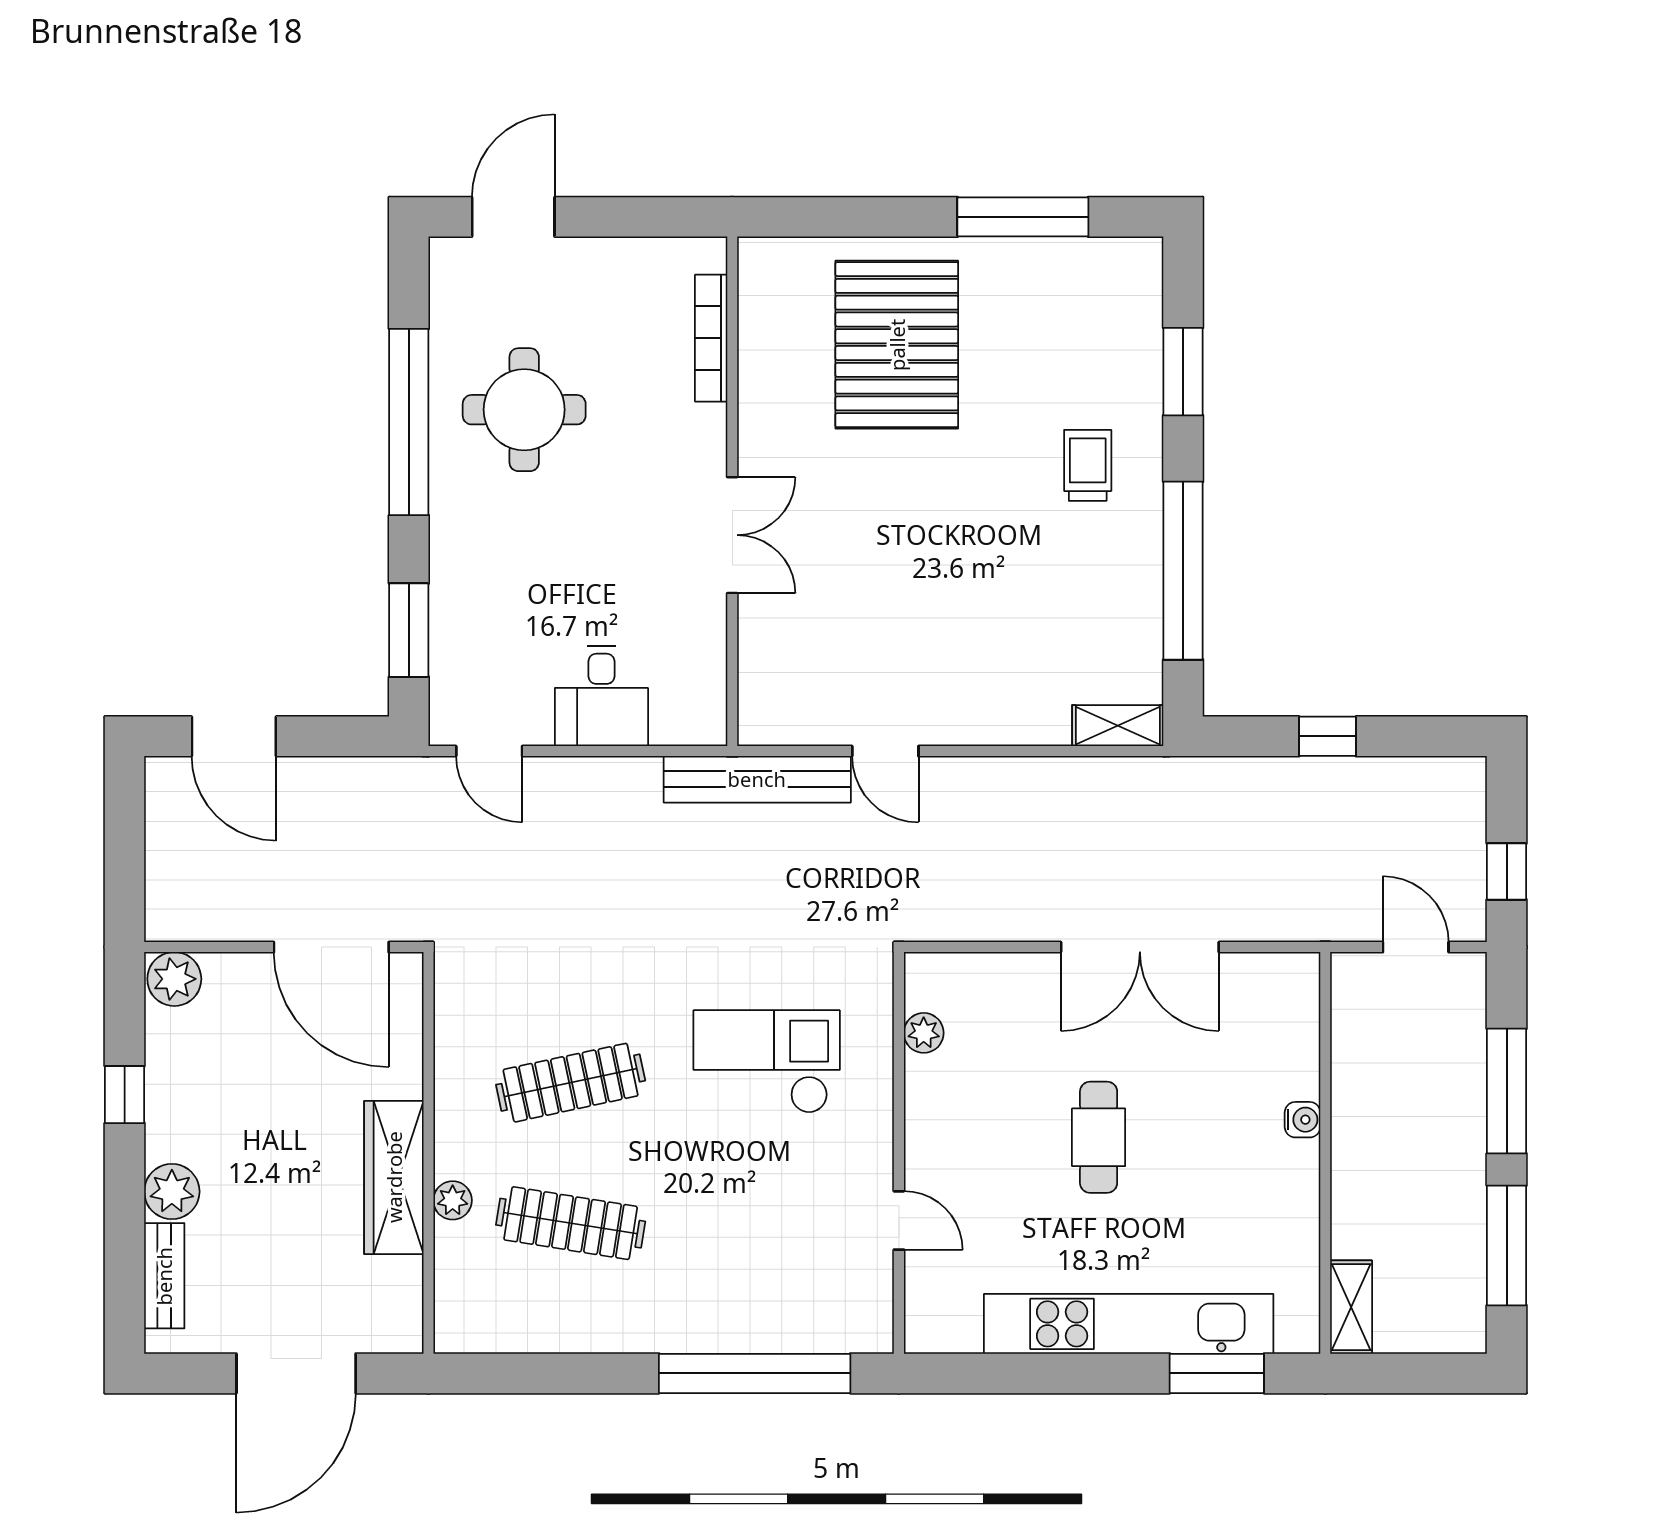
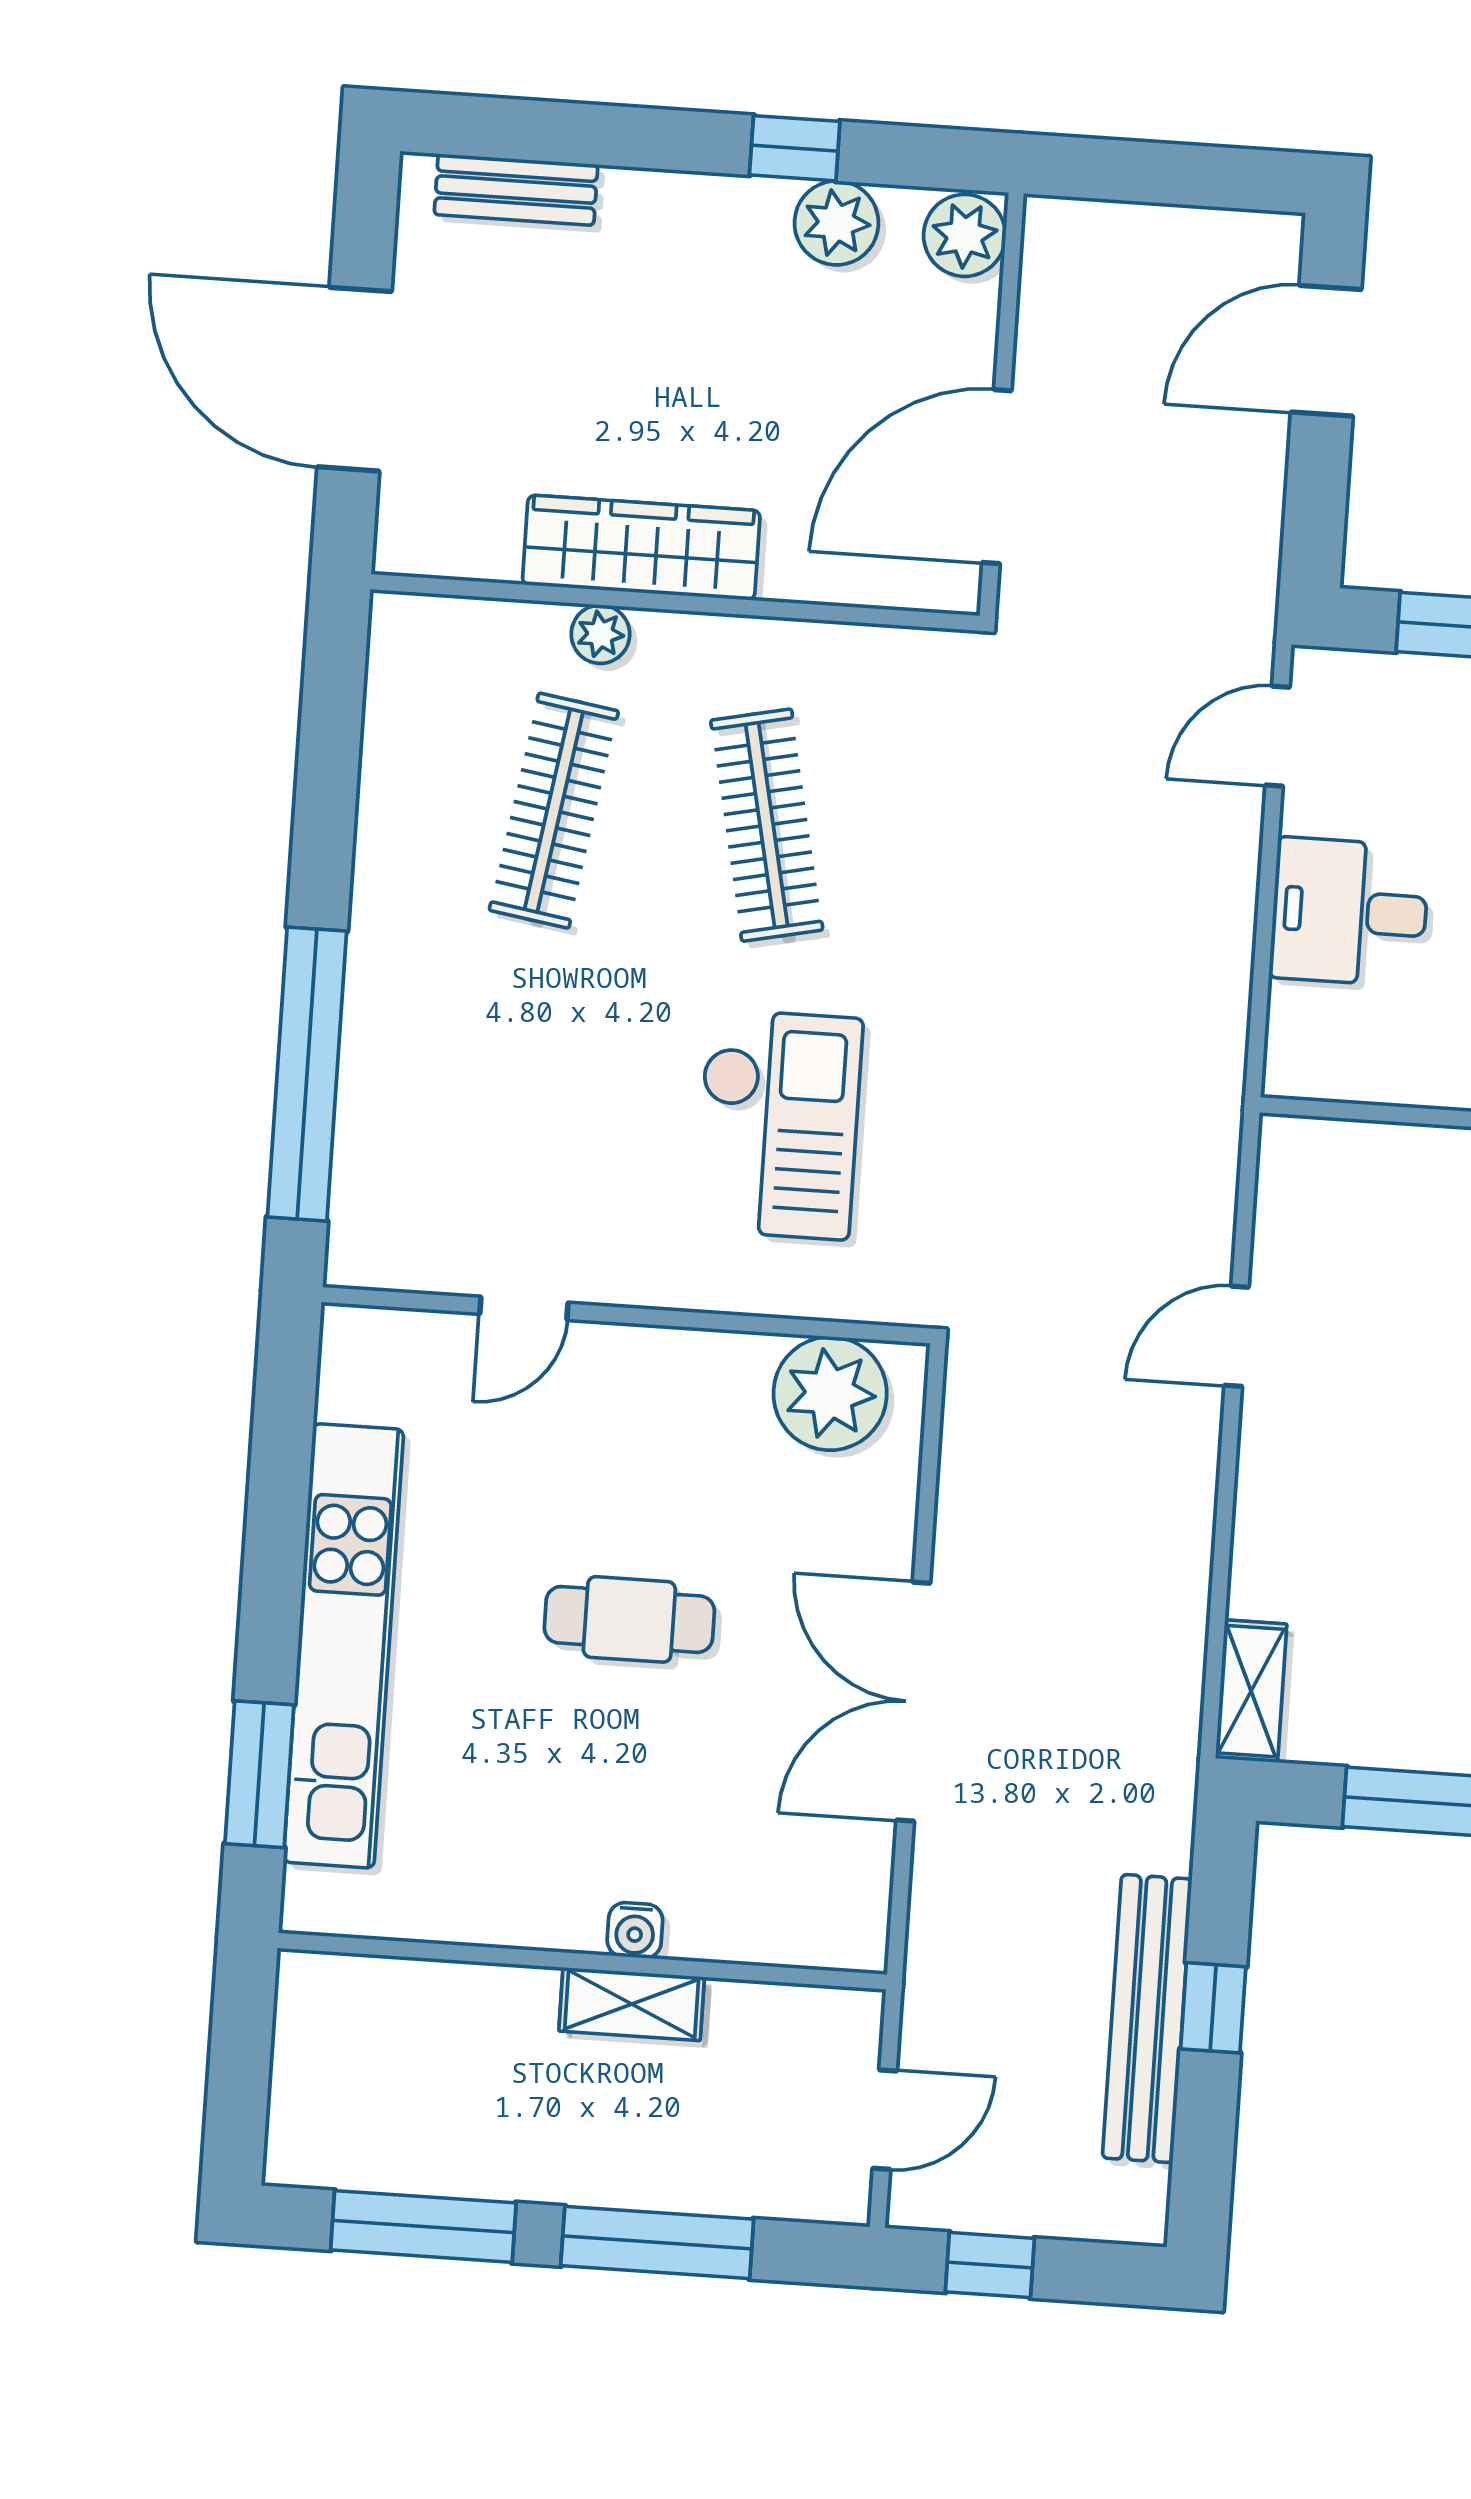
bench: (757, 779) -> (1147, 2019), moved
plant: (924, 1033) -> (830, 1394), width x1.87, depth x1.87
plant: (172, 1192) -> (836, 223), moved
shelving: (1351, 1307) -> (632, 2004), moved

